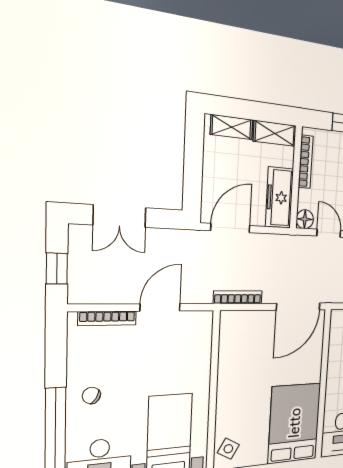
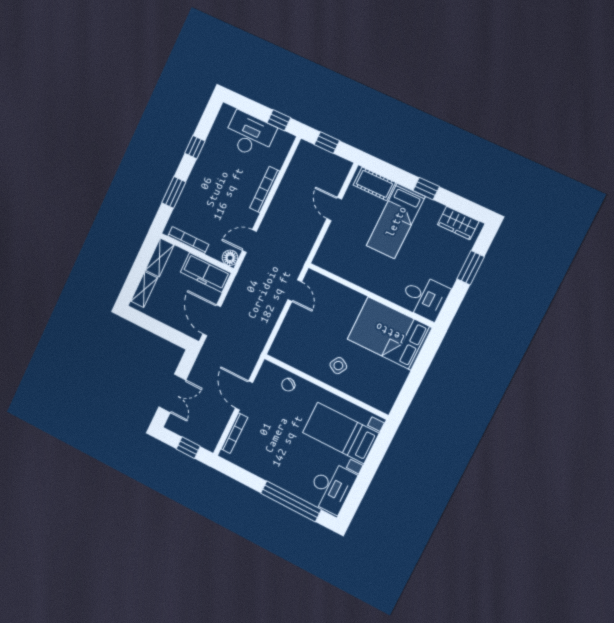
bookcase: (238, 297) -> (264, 336), removed
door: (298, 307) -> (295, 291), width x0.53
chair: (91, 395) -> (288, 385), moved
side table: (228, 449) -> (338, 366), moved

